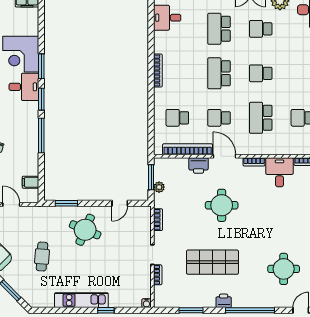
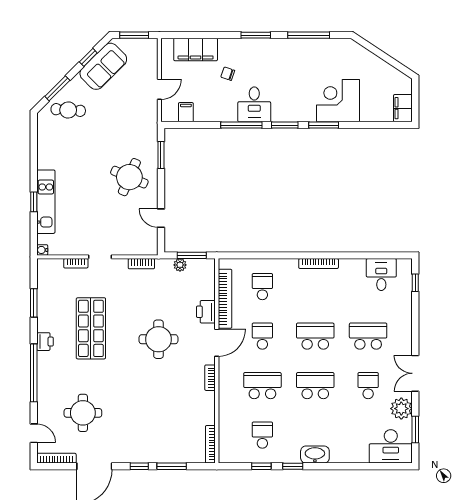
school desk: (261, 73) -> (315, 386), width x1.85
desk: (24, 87) -> (254, 104), moved
desk: (279, 172) -> (198, 408), removed
cafe table: (42, 257) -> (68, 110), moved
kitchen unit: (81, 300) -> (46, 202), moved

